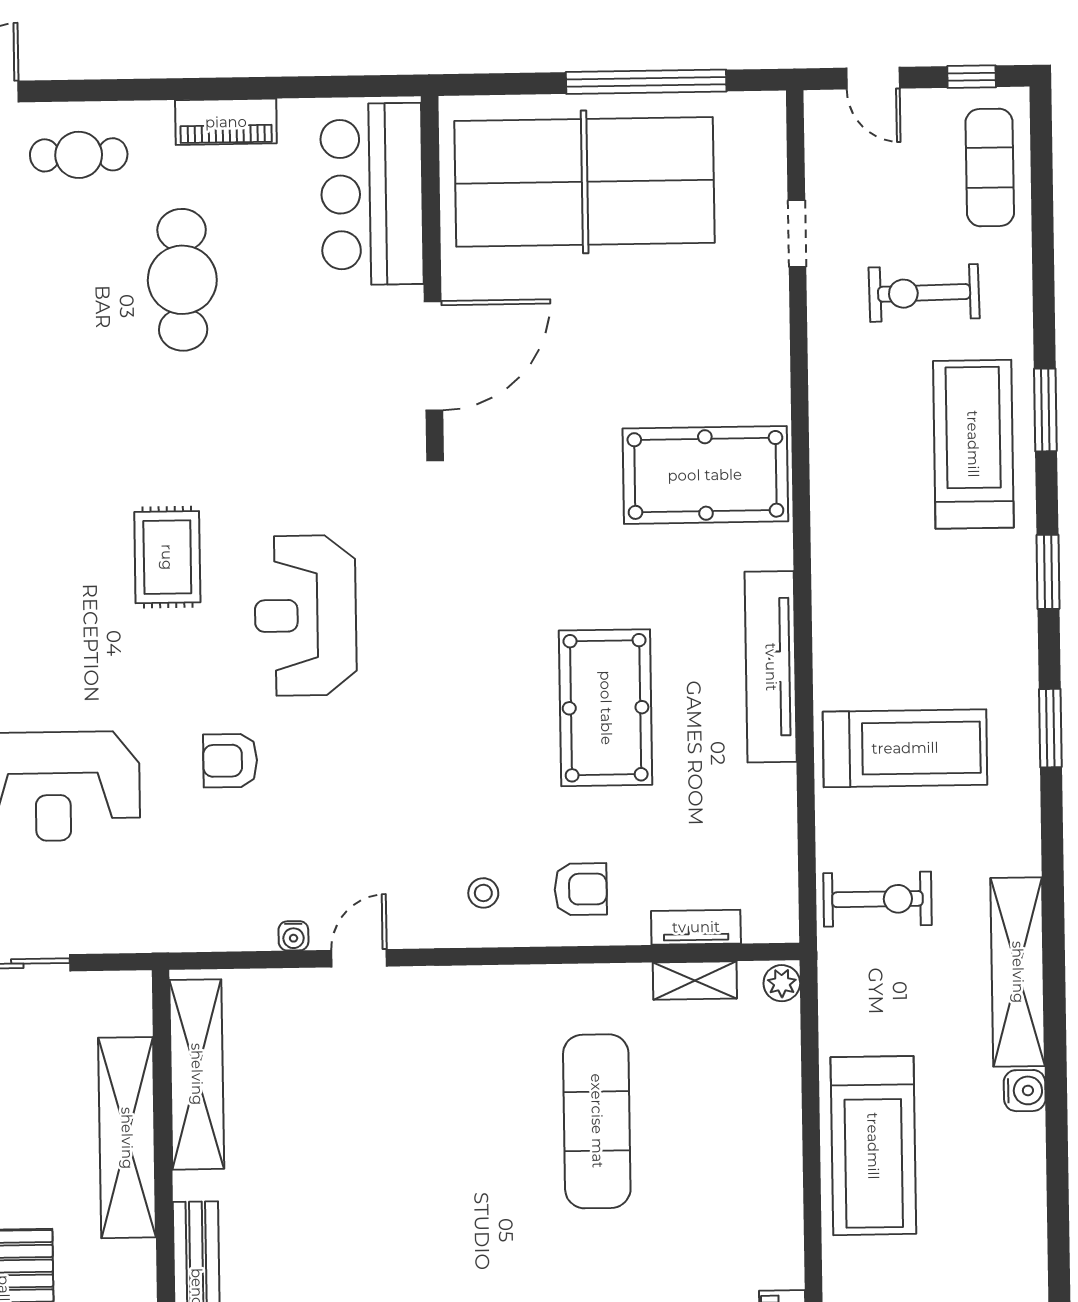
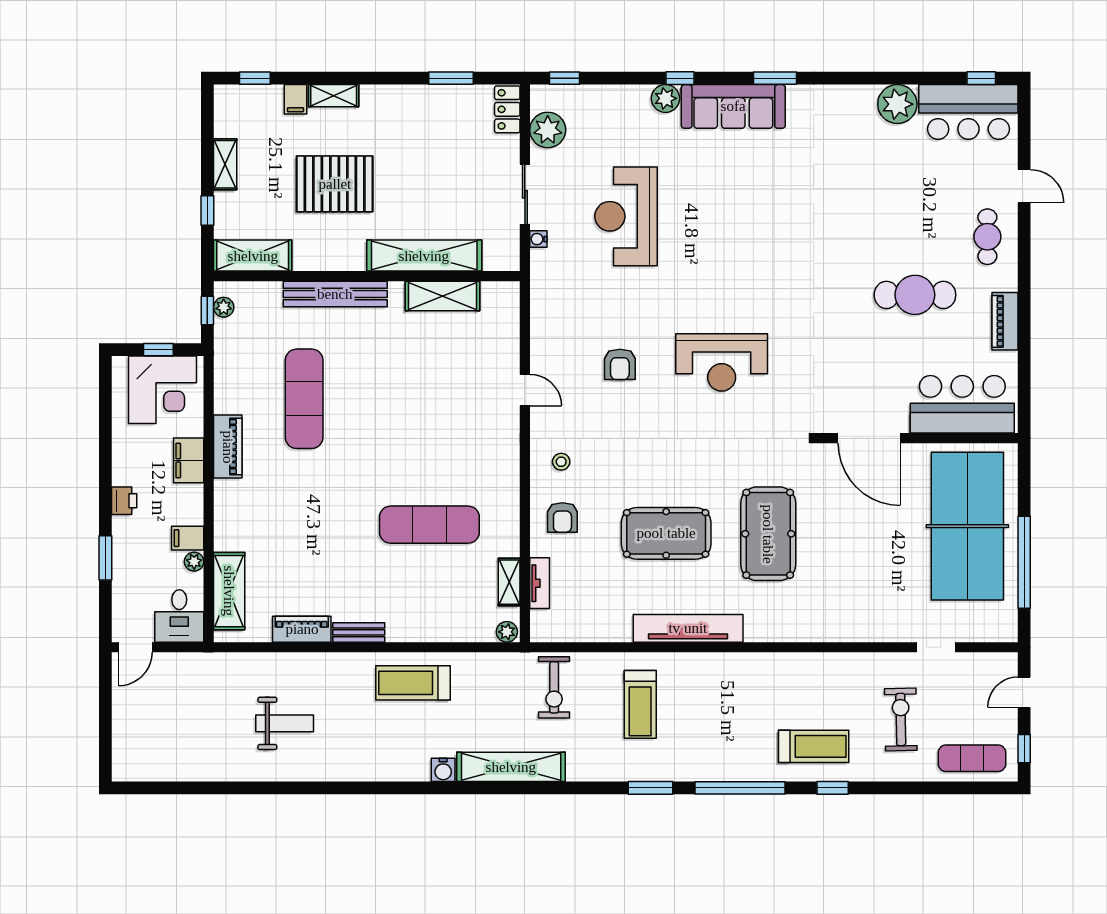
window: (1045, 410) -> (833, 788), width x0.67
treadmill: (973, 444) -> (814, 746), width x0.73, depth x0.73
pool table: (705, 475) -> (768, 534), moved
rug: (167, 557) -> (756, 284), removed
window: (1048, 572) -> (740, 788), width x2.11
reception desk: (306, 615) -> (722, 362), turned 180
treadmill: (905, 748) -> (640, 704), width x0.73, depth x0.73
armchair: (230, 761) -> (620, 364), moved, turned 180
water cooler: (293, 936) -> (538, 239), moved
shelving: (197, 1074) -> (443, 296), width x0.68
treadmill: (873, 1146) -> (413, 683), width x0.73, depth x0.73
bench: (787, 1242) -> (359, 632), added

